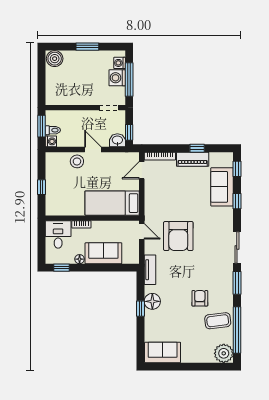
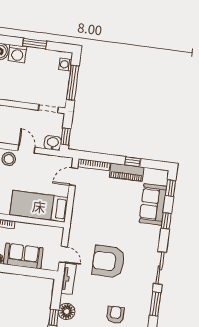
washing machine: (117, 78) -> (17, 54), moved, turned -90
door: (142, 231) -> (63, 254), moved
armchair: (178, 236) -> (108, 261), moved, turned 90

